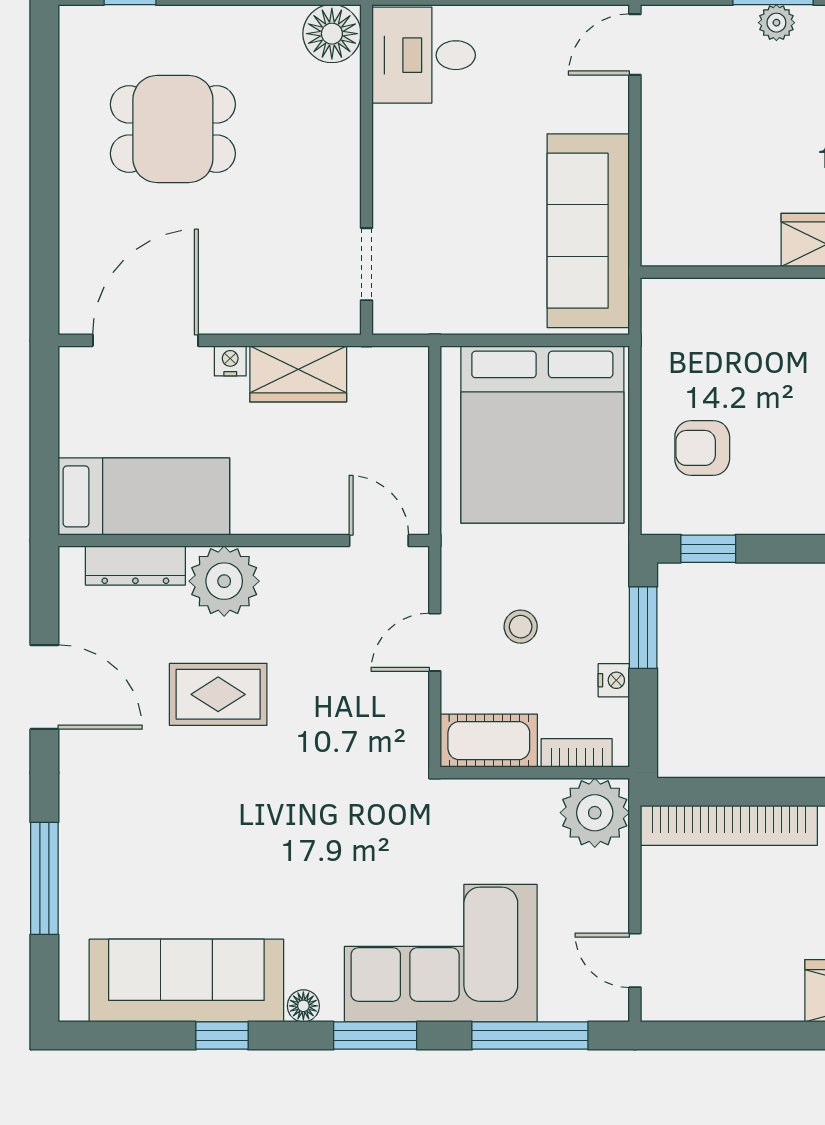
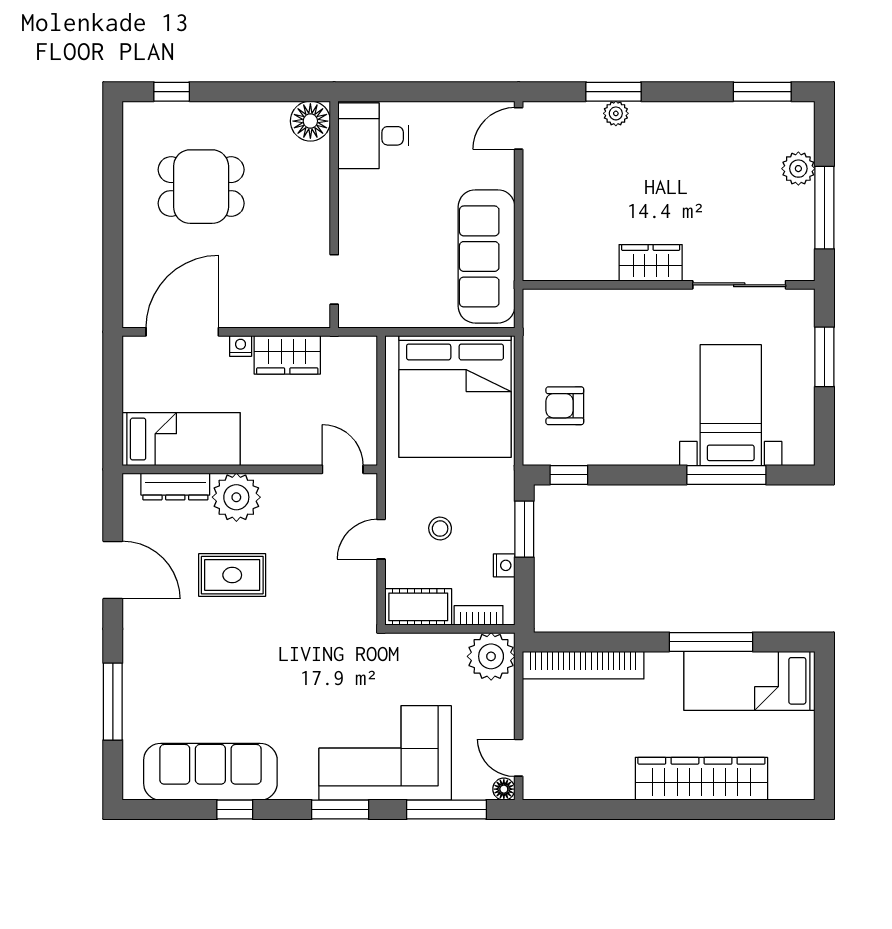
floor lamp: (303, 1006) -> (504, 789), moved

